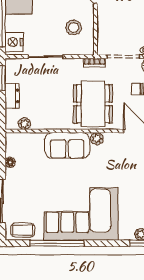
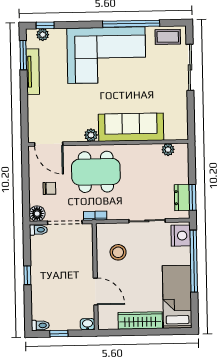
dresser: (12, 96) -> (182, 198), moved
dining table: (93, 104) -> (96, 172), turned 90
sofa: (67, 145) -> (131, 127), width x1.36
floor lamp: (10, 162) -> (182, 108), removed

